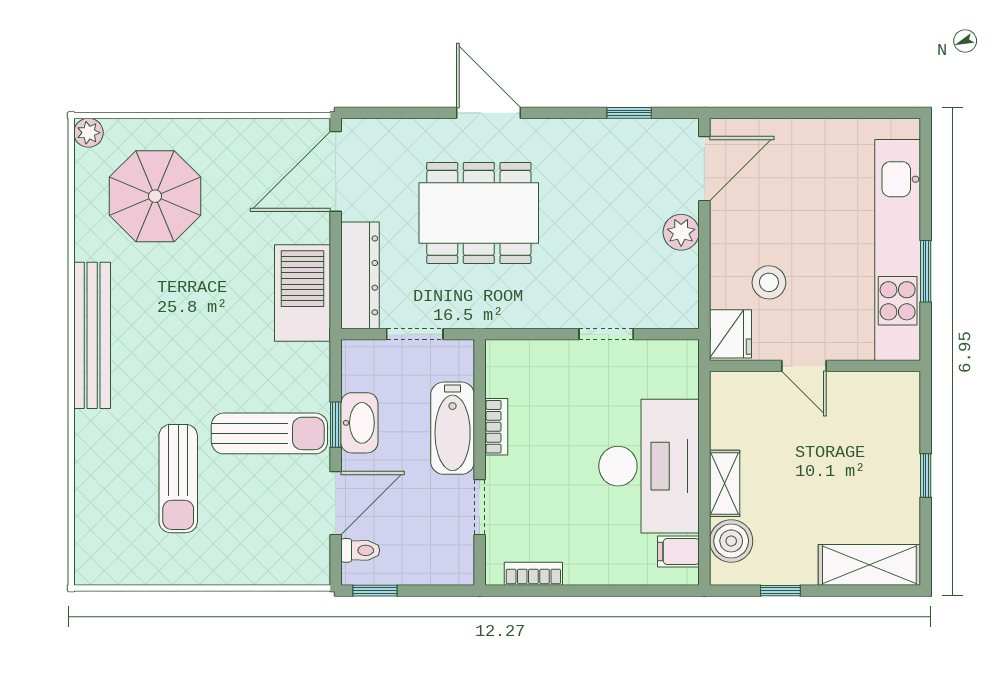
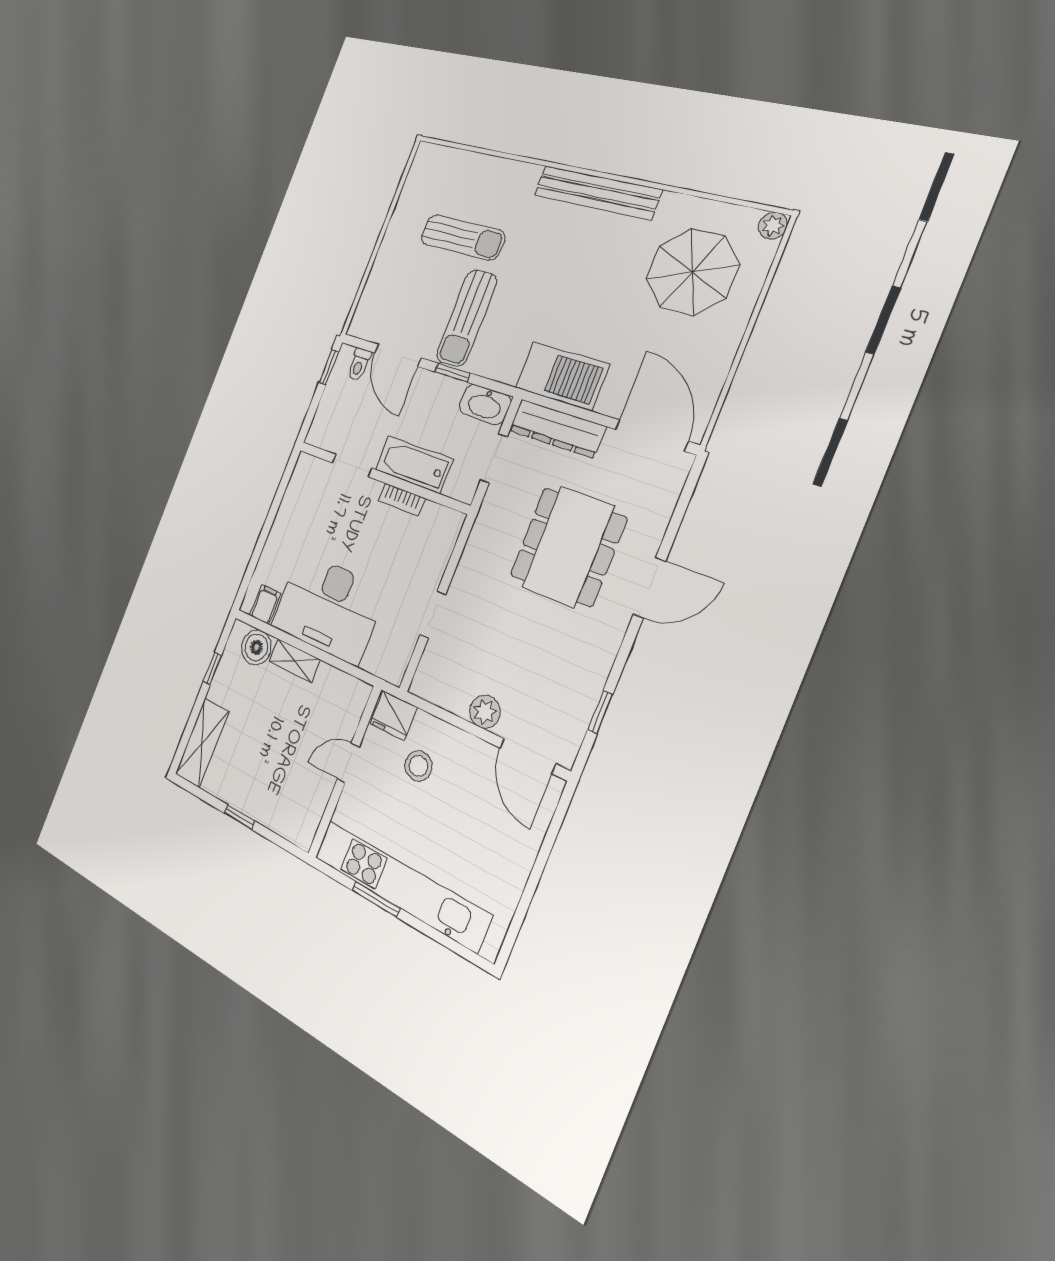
washbasin: (359, 423) -> (485, 404), moved
sun lounger: (178, 479) -> (462, 237), turned 180
bookcase: (533, 574) -> (294, 490), removed

